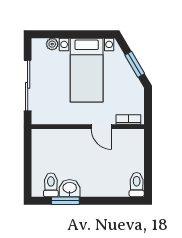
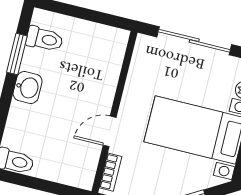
washbasin: (70, 188) -> (28, 87), moved

